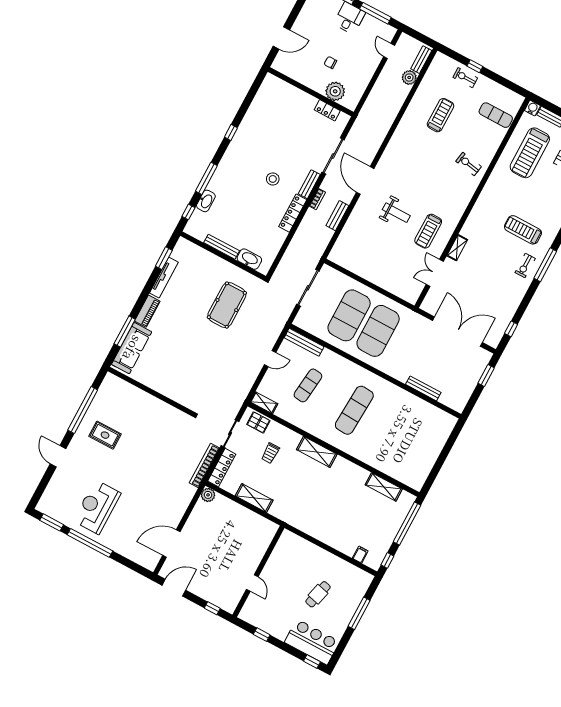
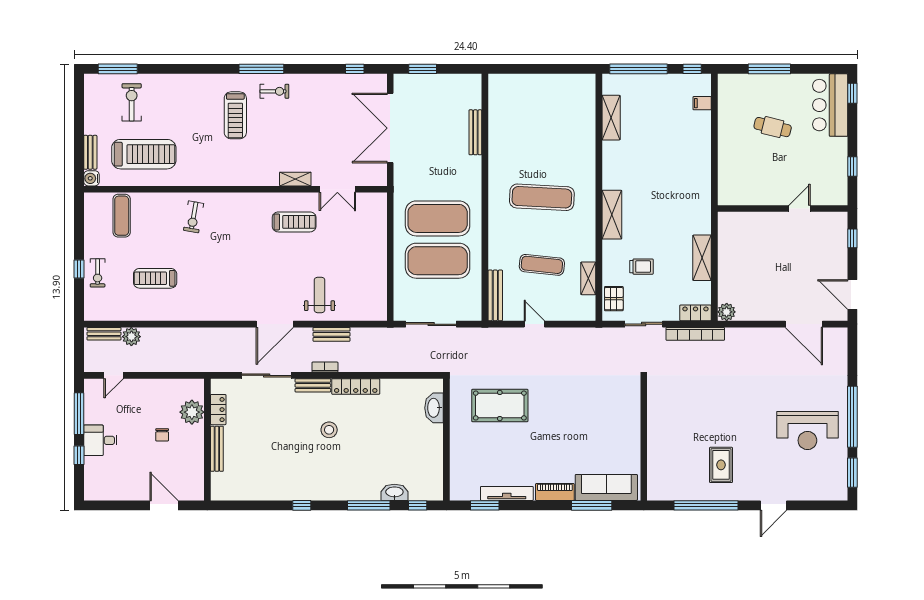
weight bench: (396, 213) -> (320, 295), moved
bench: (222, 247) -> (217, 449), moved
shelving: (264, 403) -> (588, 278), moved
locker: (222, 468) -> (695, 313), width x0.66

